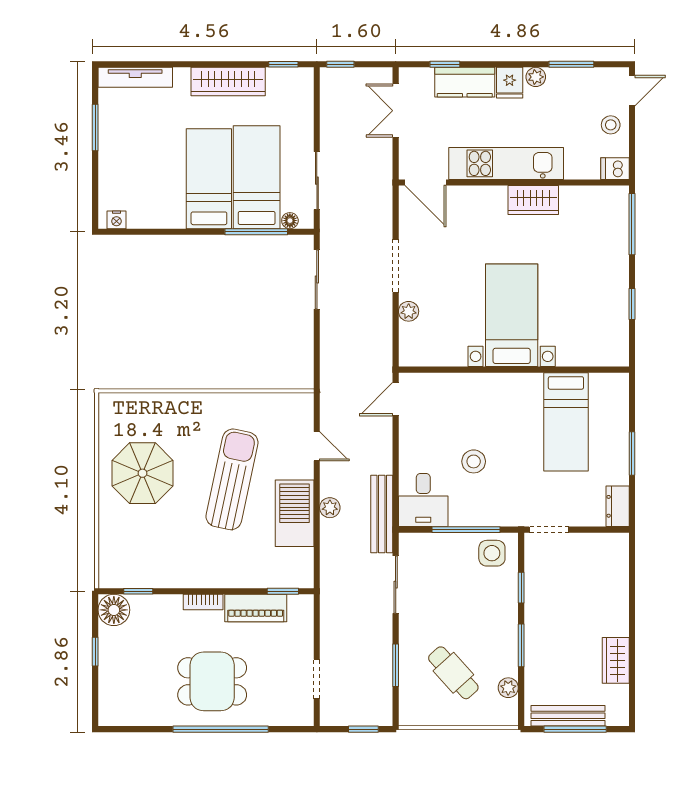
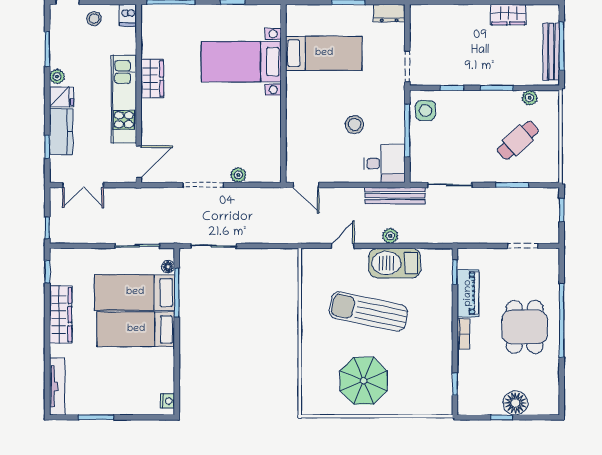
bed with nightstands: (512, 315) -> (241, 62), moved
floor lamp: (114, 610) -> (515, 403), moved

